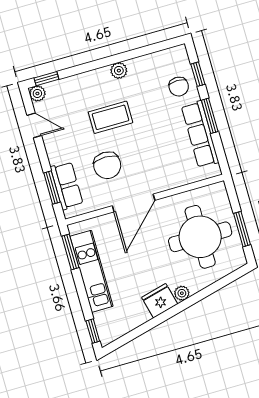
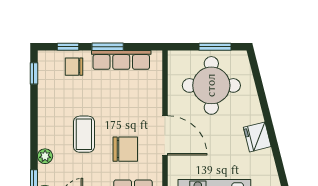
window: (160, 46) -> (34, 73), added
plant: (119, 71) -> (45, 156), moved
chair: (179, 87) -> (74, 67), turned 180
plant: (182, 293) -> (256, 116), removed

